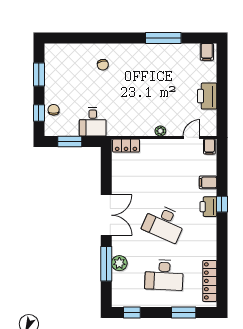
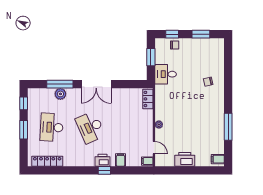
desk: (164, 223) -> (90, 127), turned -48
window: (184, 312) -> (24, 130), moved

